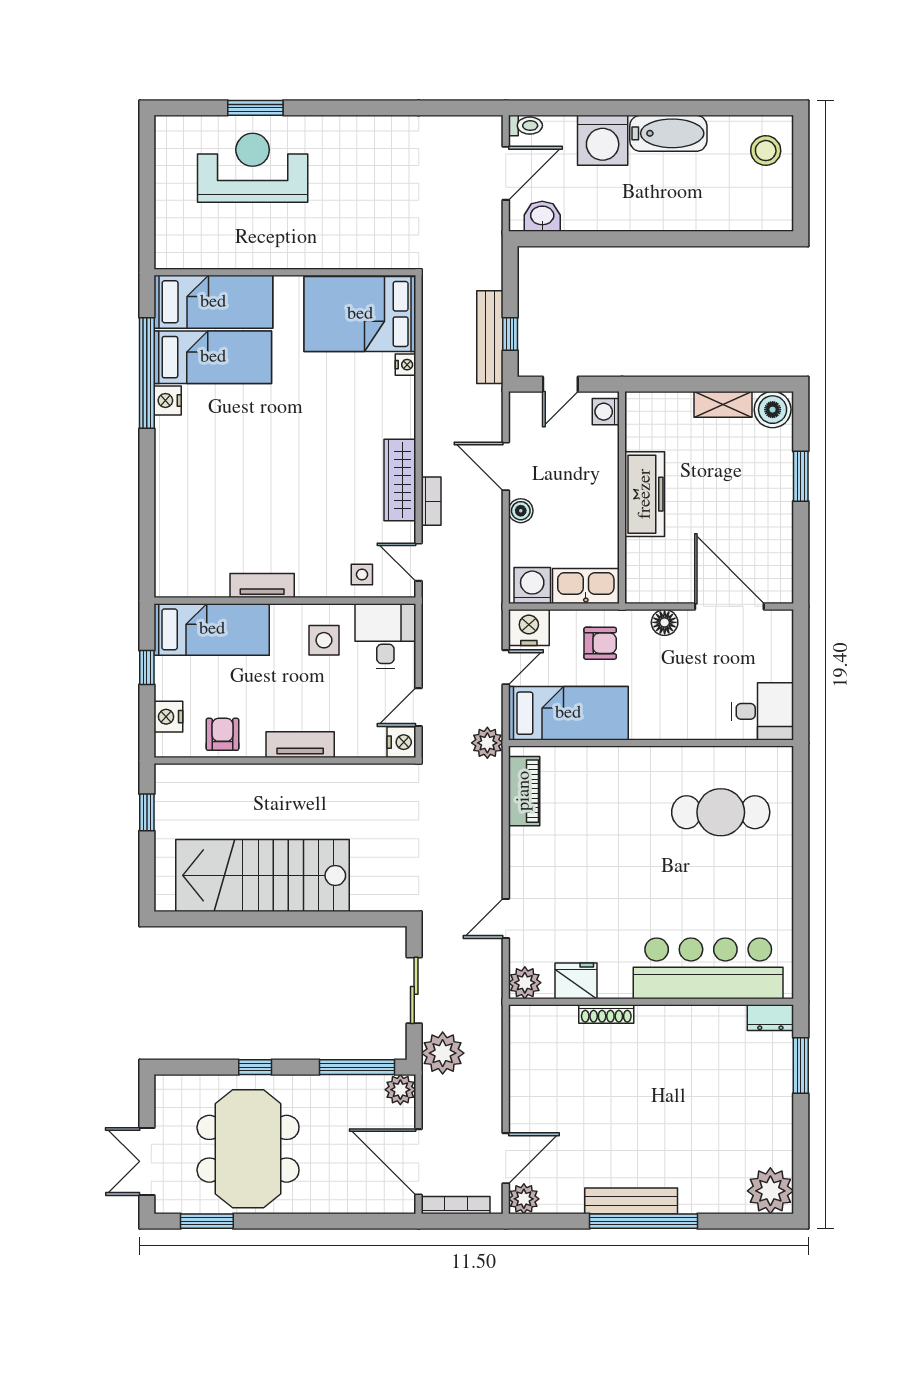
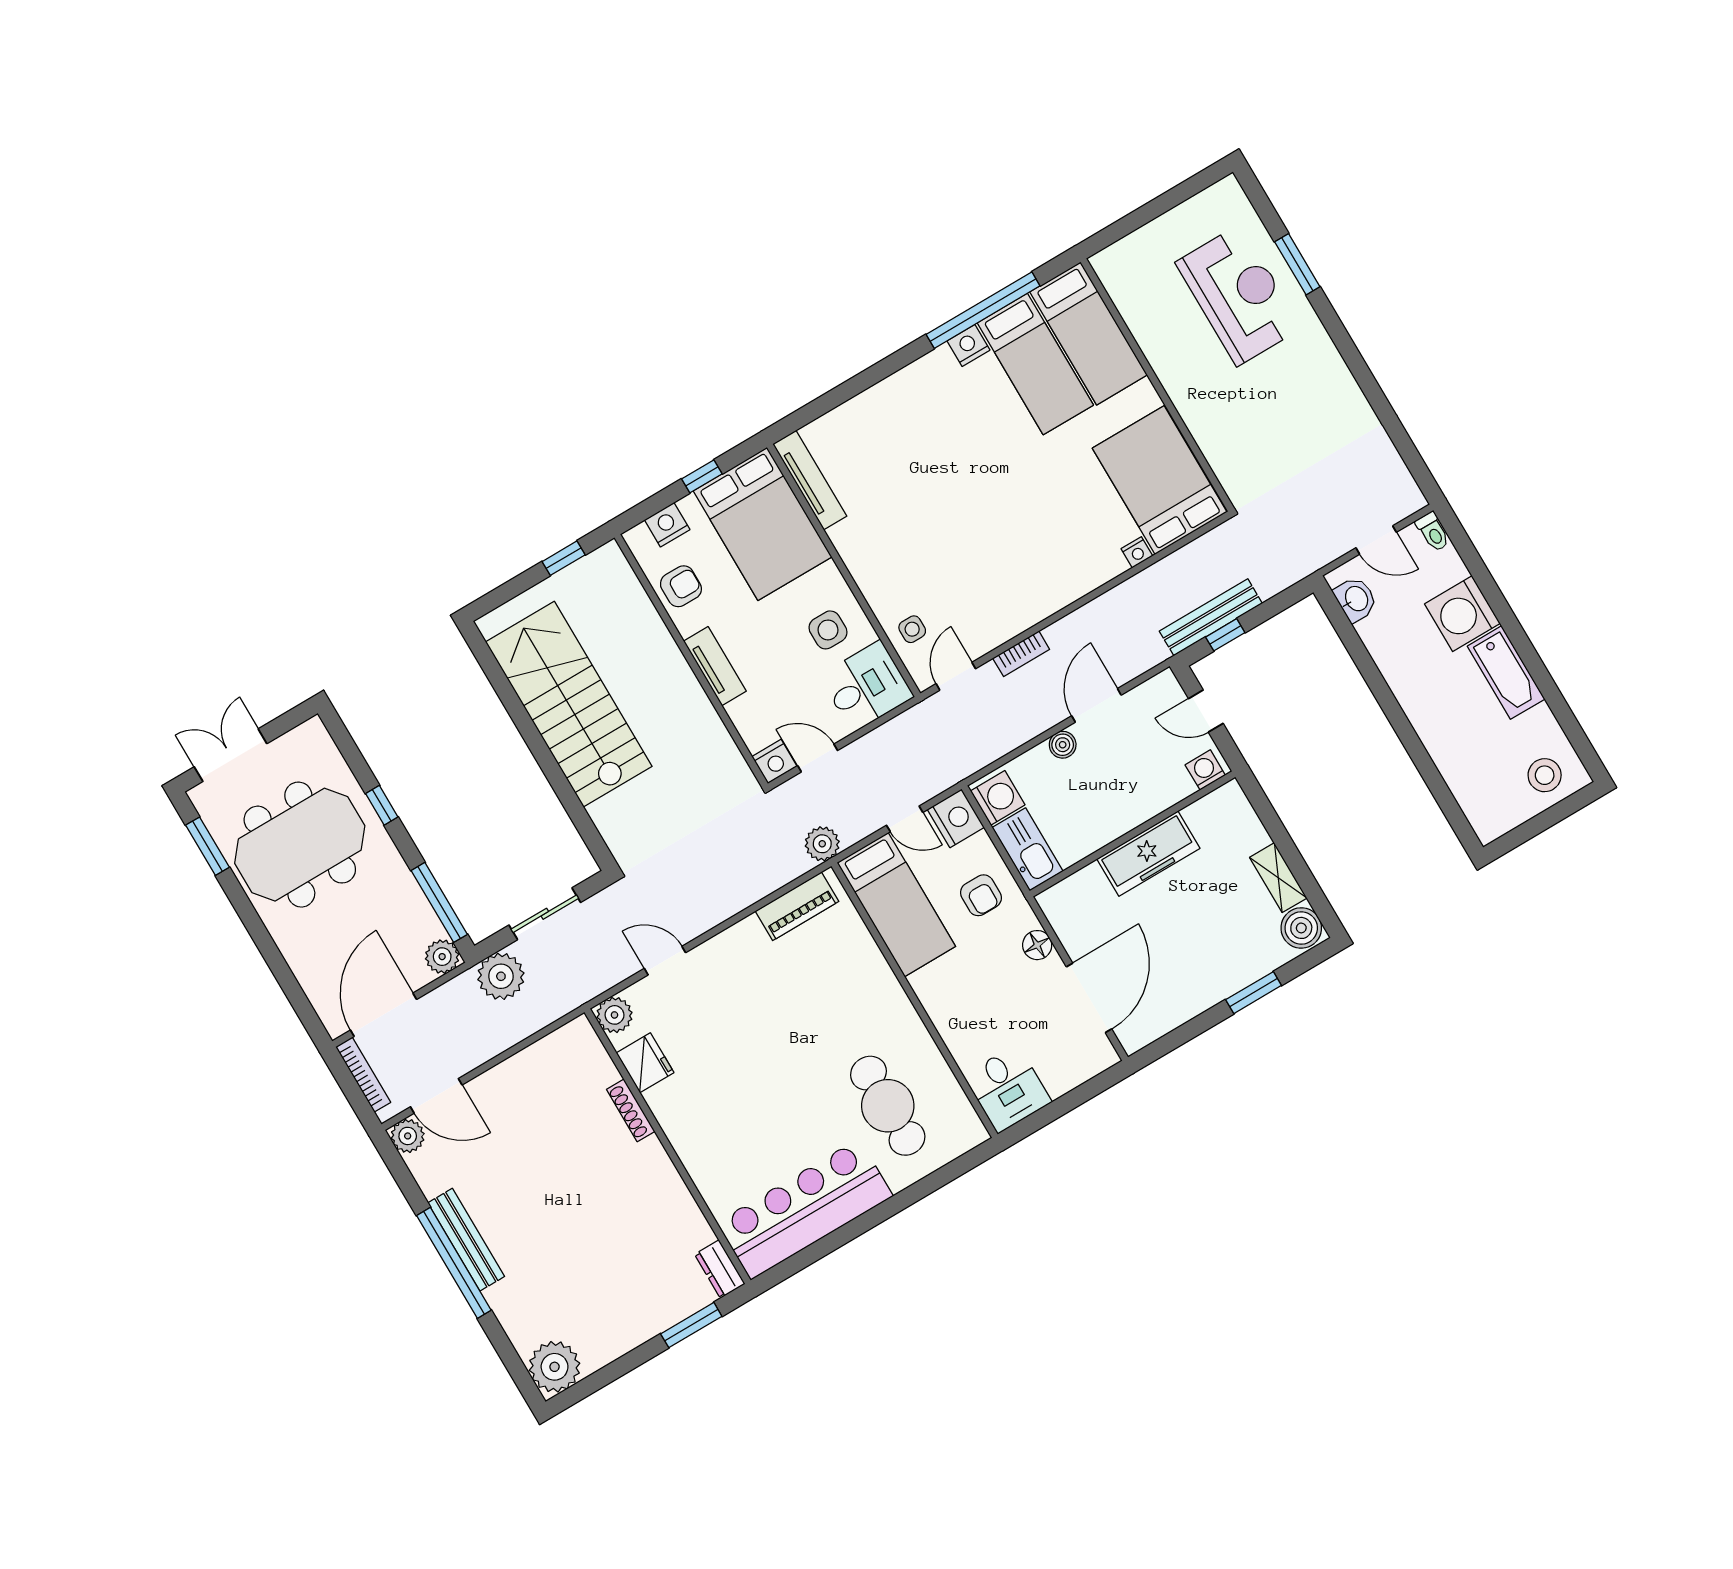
door: (506, 173) -> (1376, 540), width x0.73
wardrobe: (400, 480) -> (1024, 612), removed
tv unit: (262, 585) -> (810, 480), moved, width x1.41
bed: (212, 629) -> (763, 524), width x1.50
bar counter: (708, 968) -> (805, 1209), moved, turned -90

